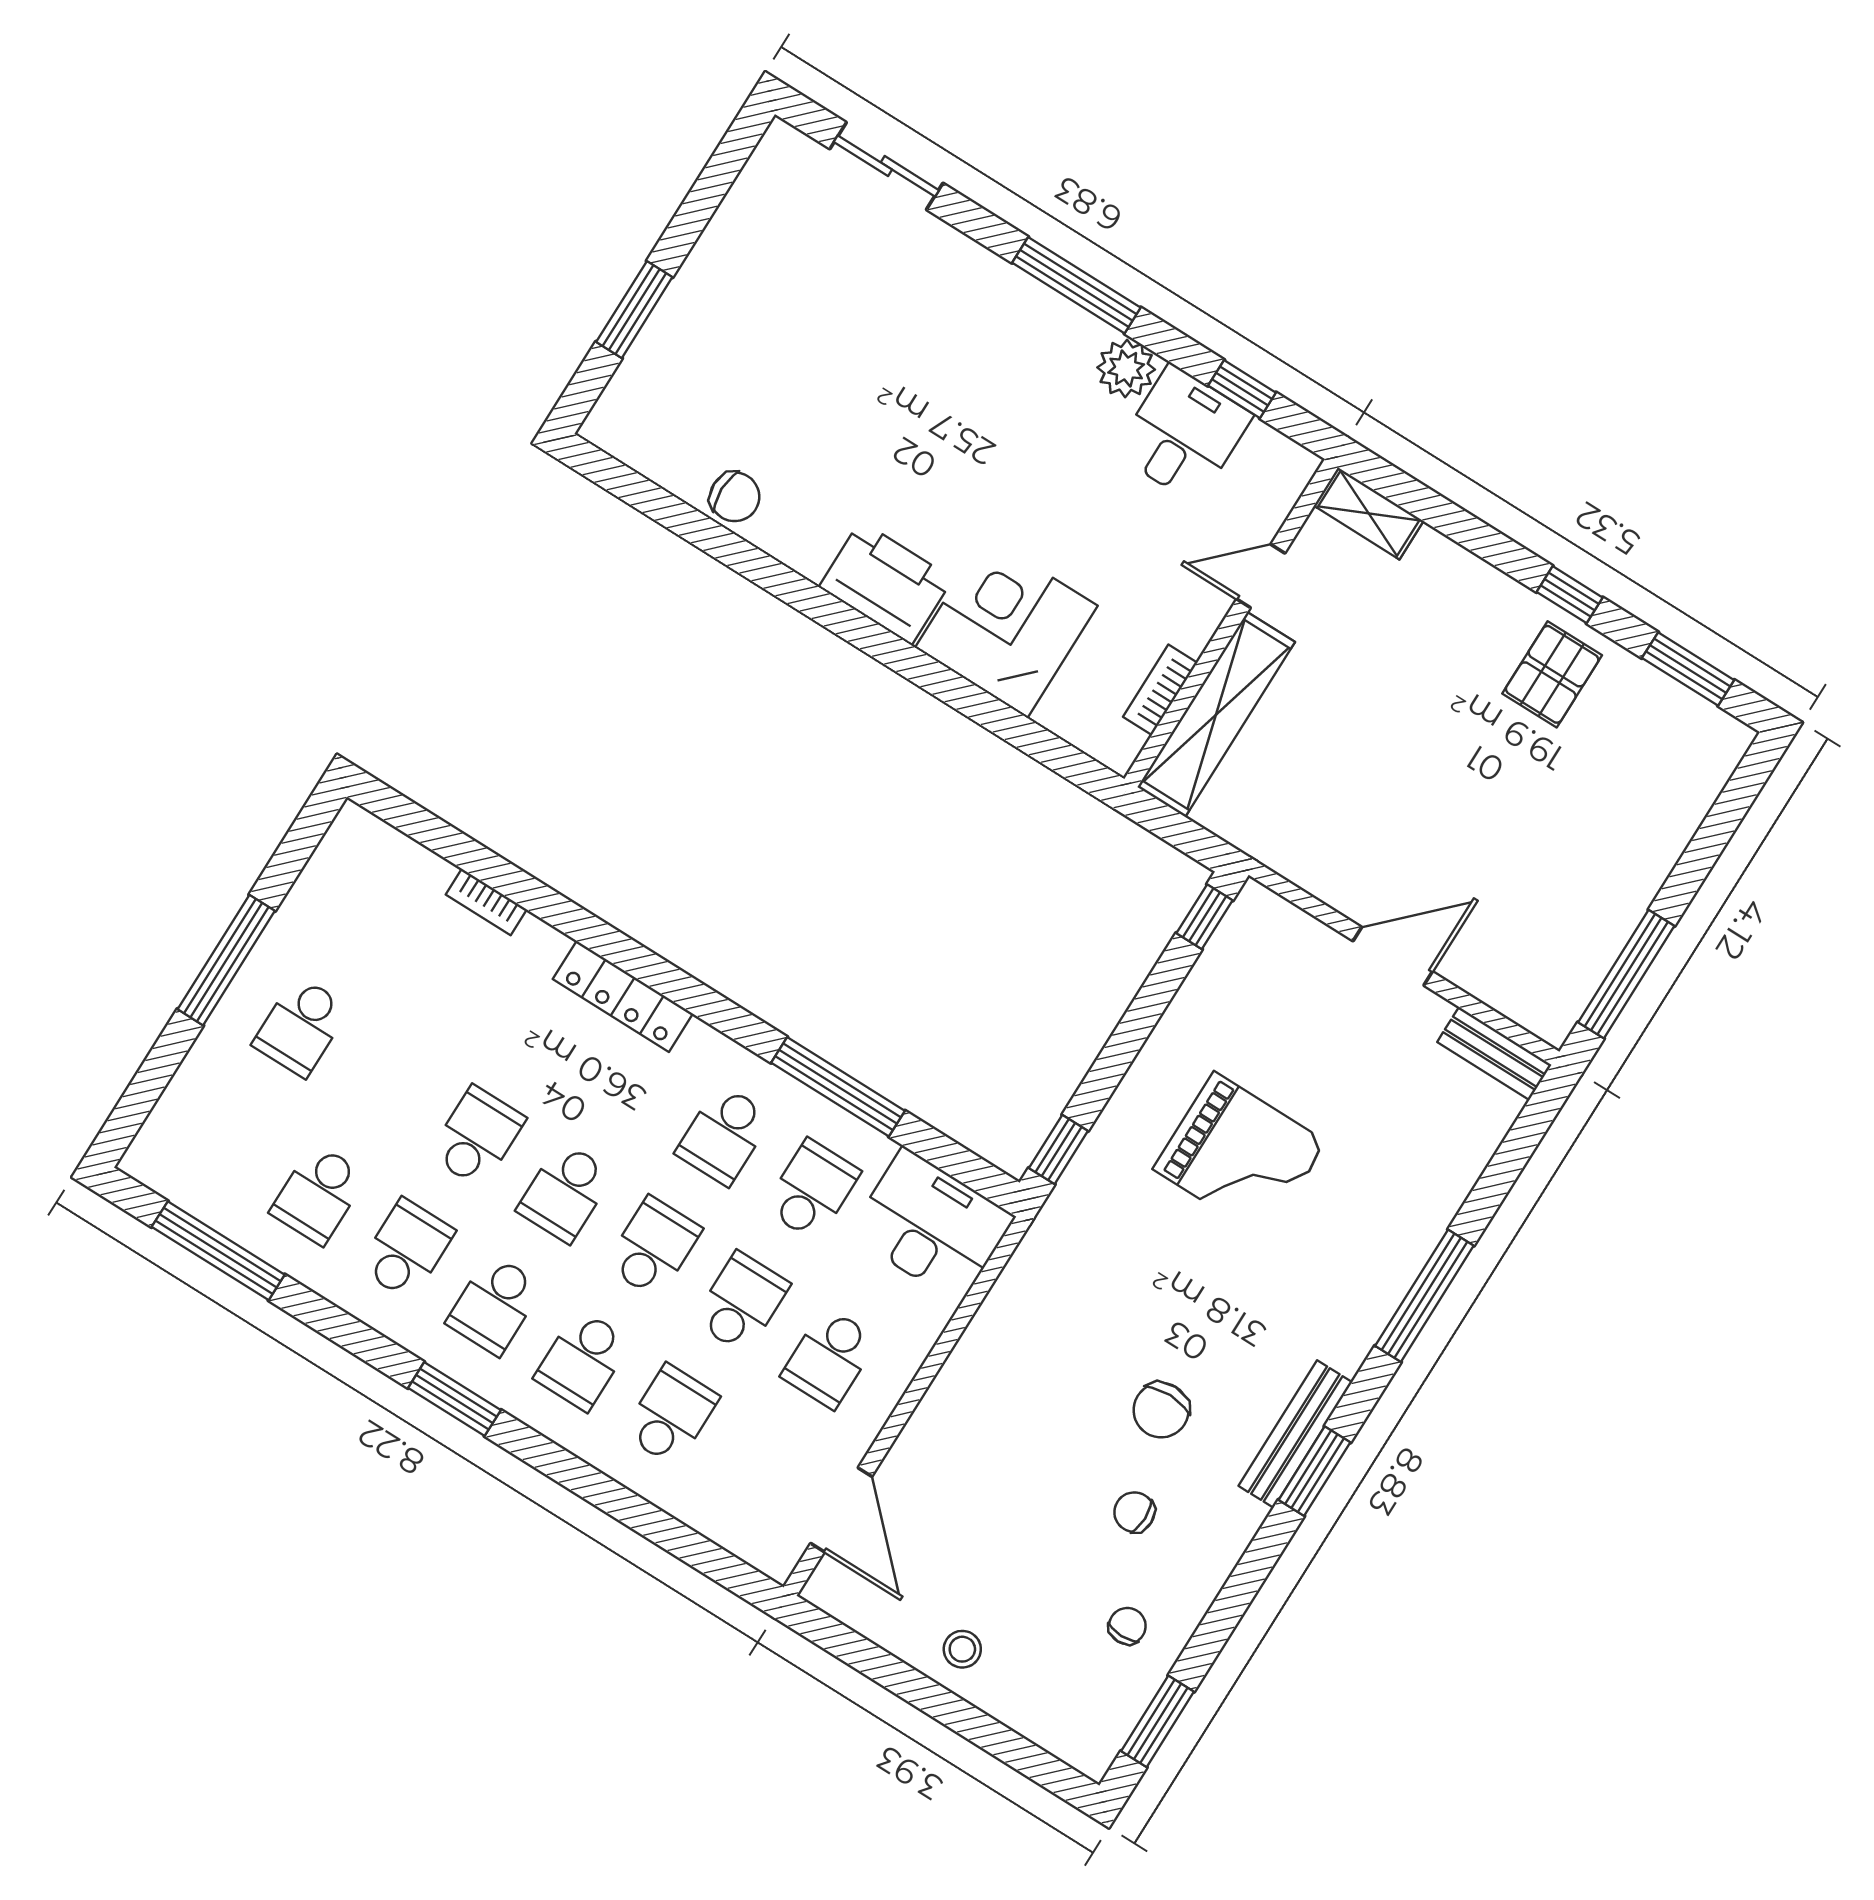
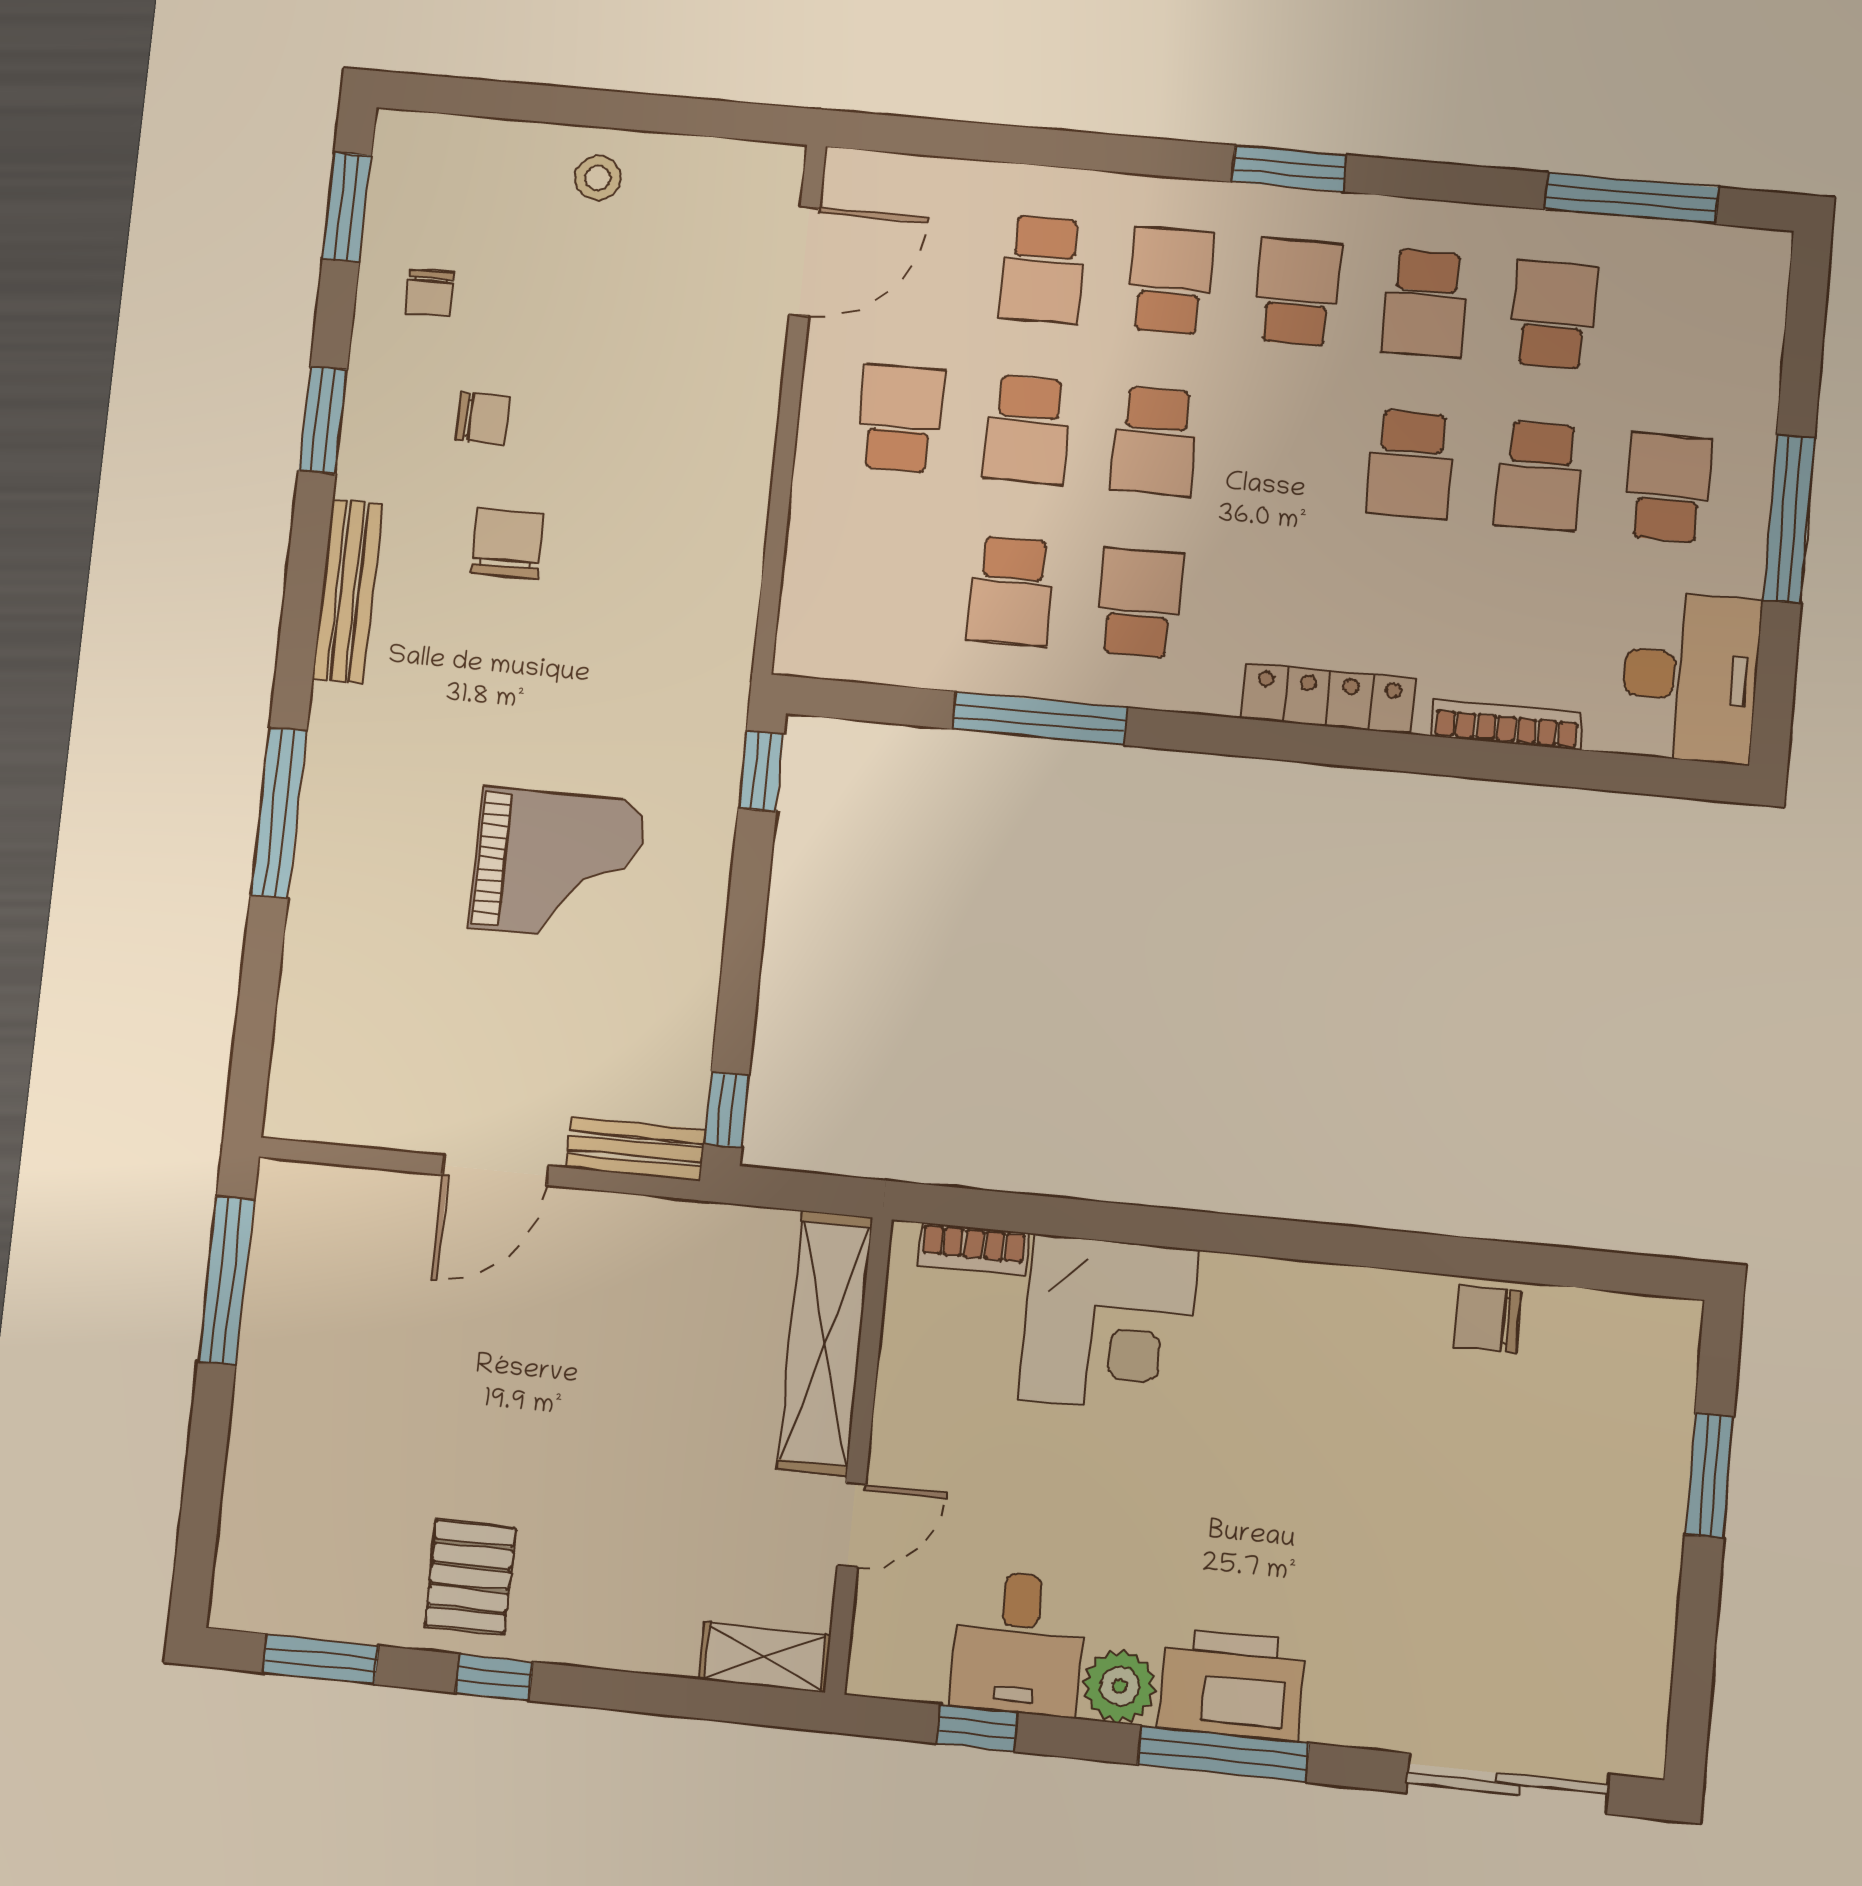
sliding door: (886, 166) -> (1507, 1784), width x1.37
printer: (886, 583) -> (1232, 1684), moved, turned 180
bookcase: (1160, 690) -> (974, 1249), moved, turned 90
bookcase: (486, 902) -> (1507, 724), width x1.56
bench: (1494, 1053) -> (636, 1149), moved
grand piano: (1240, 1156) -> (558, 865), turned 180
school desk: (565, 1192) -> (1539, 476), moved, turned 180
desk: (931, 1226) -> (1690, 677), moved, turned -90
window: (1314, 1471) -> (323, 420), moved
door: (841, 1510) -> (805, 261), swing flipped

